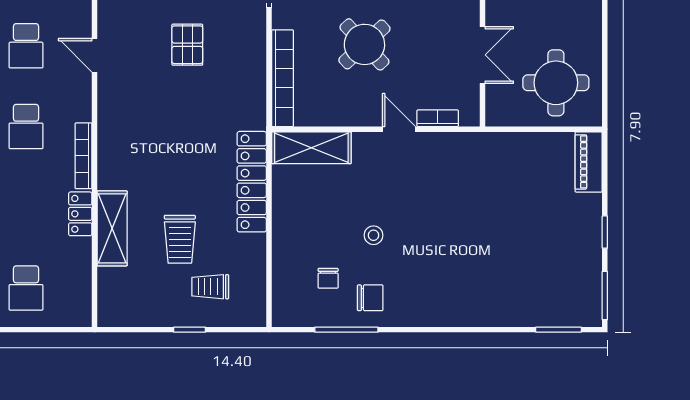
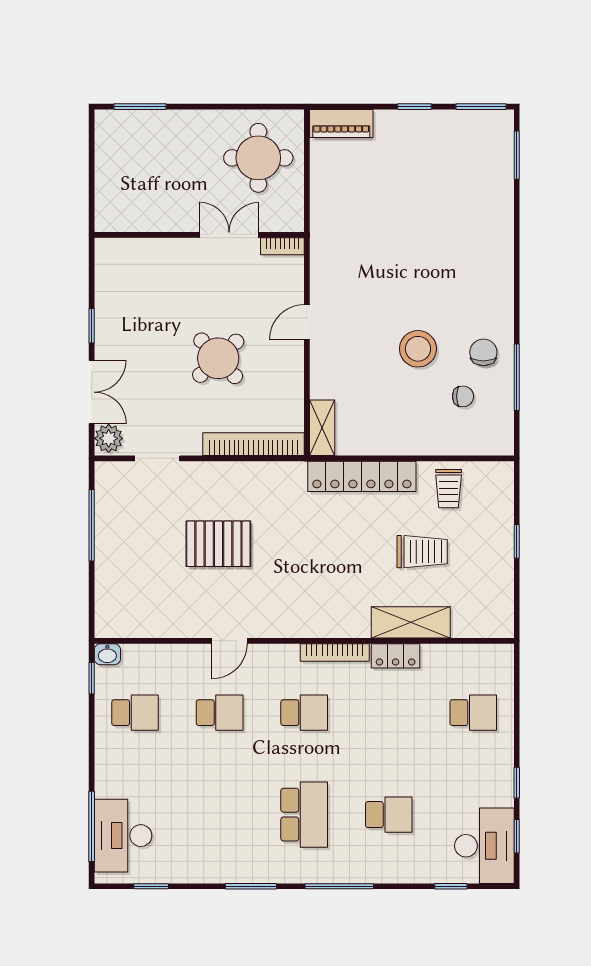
pallet: (187, 45) -> (218, 544), width x1.50, depth x1.42
bookcase: (438, 118) -> (282, 246), moved, turned -90
shelving: (311, 148) -> (322, 428), width x0.67, depth x0.75
stool: (374, 235) -> (418, 349), width x1.89, depth x1.89
trolley: (210, 287) -> (449, 489), moved

